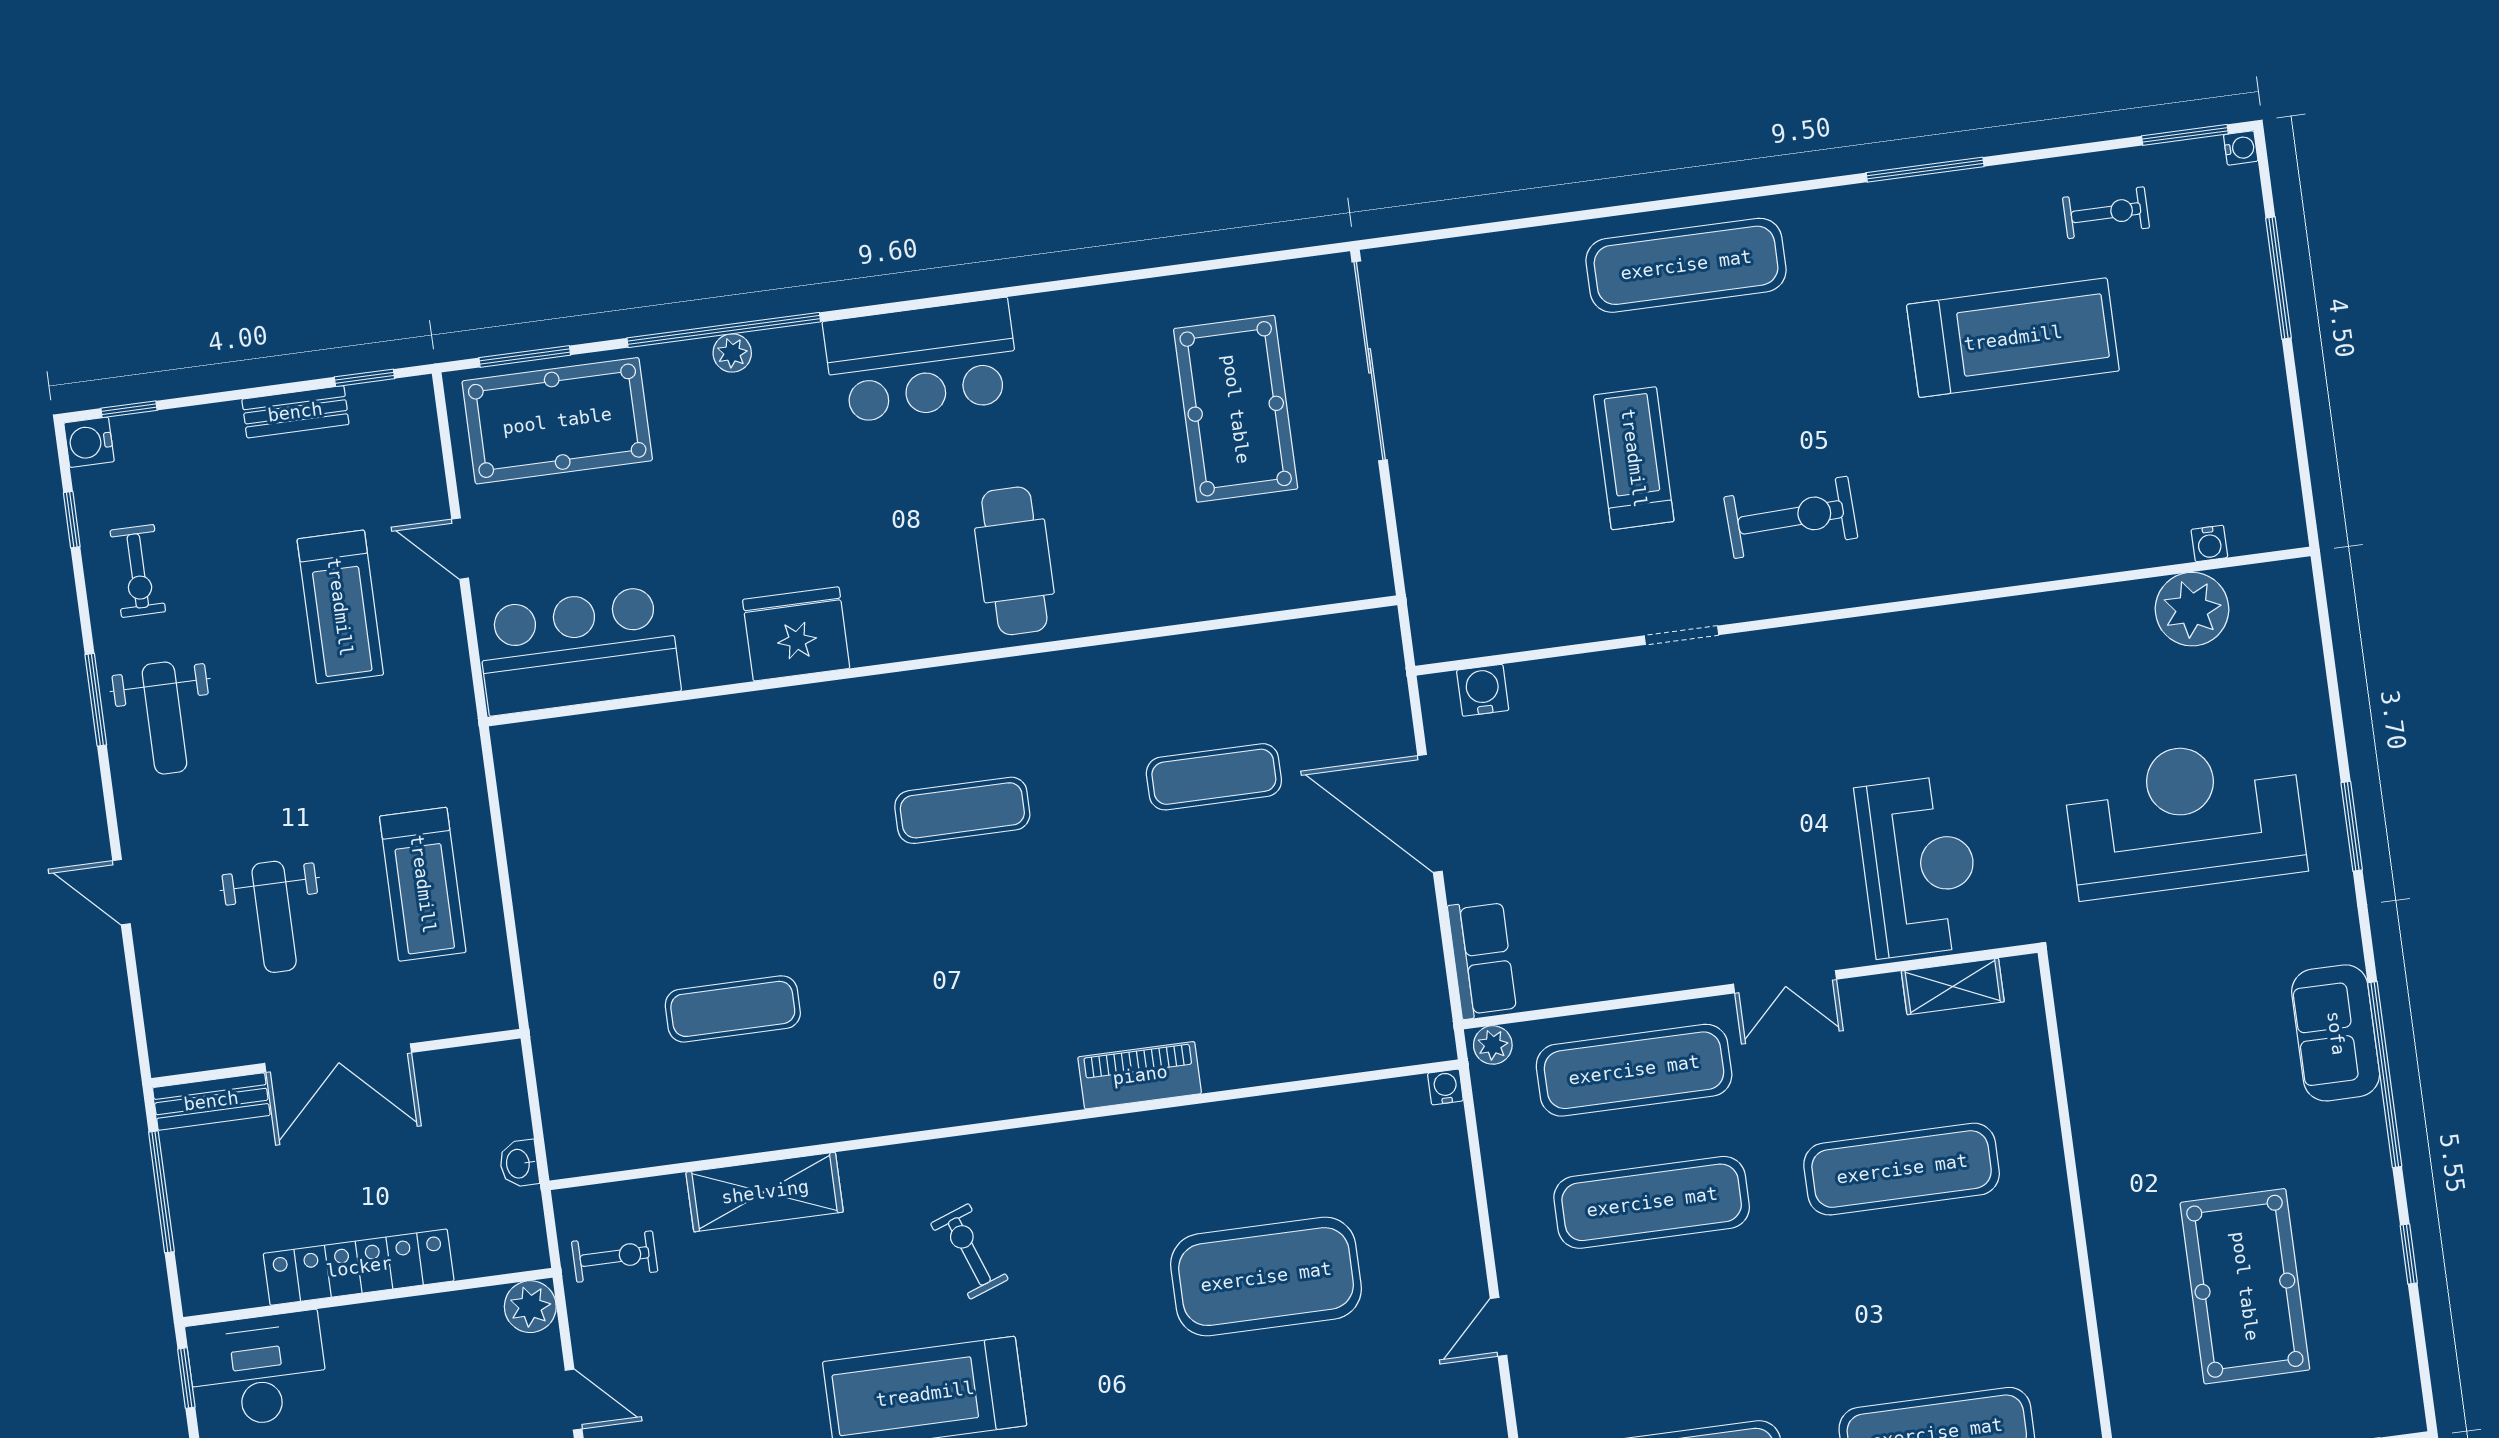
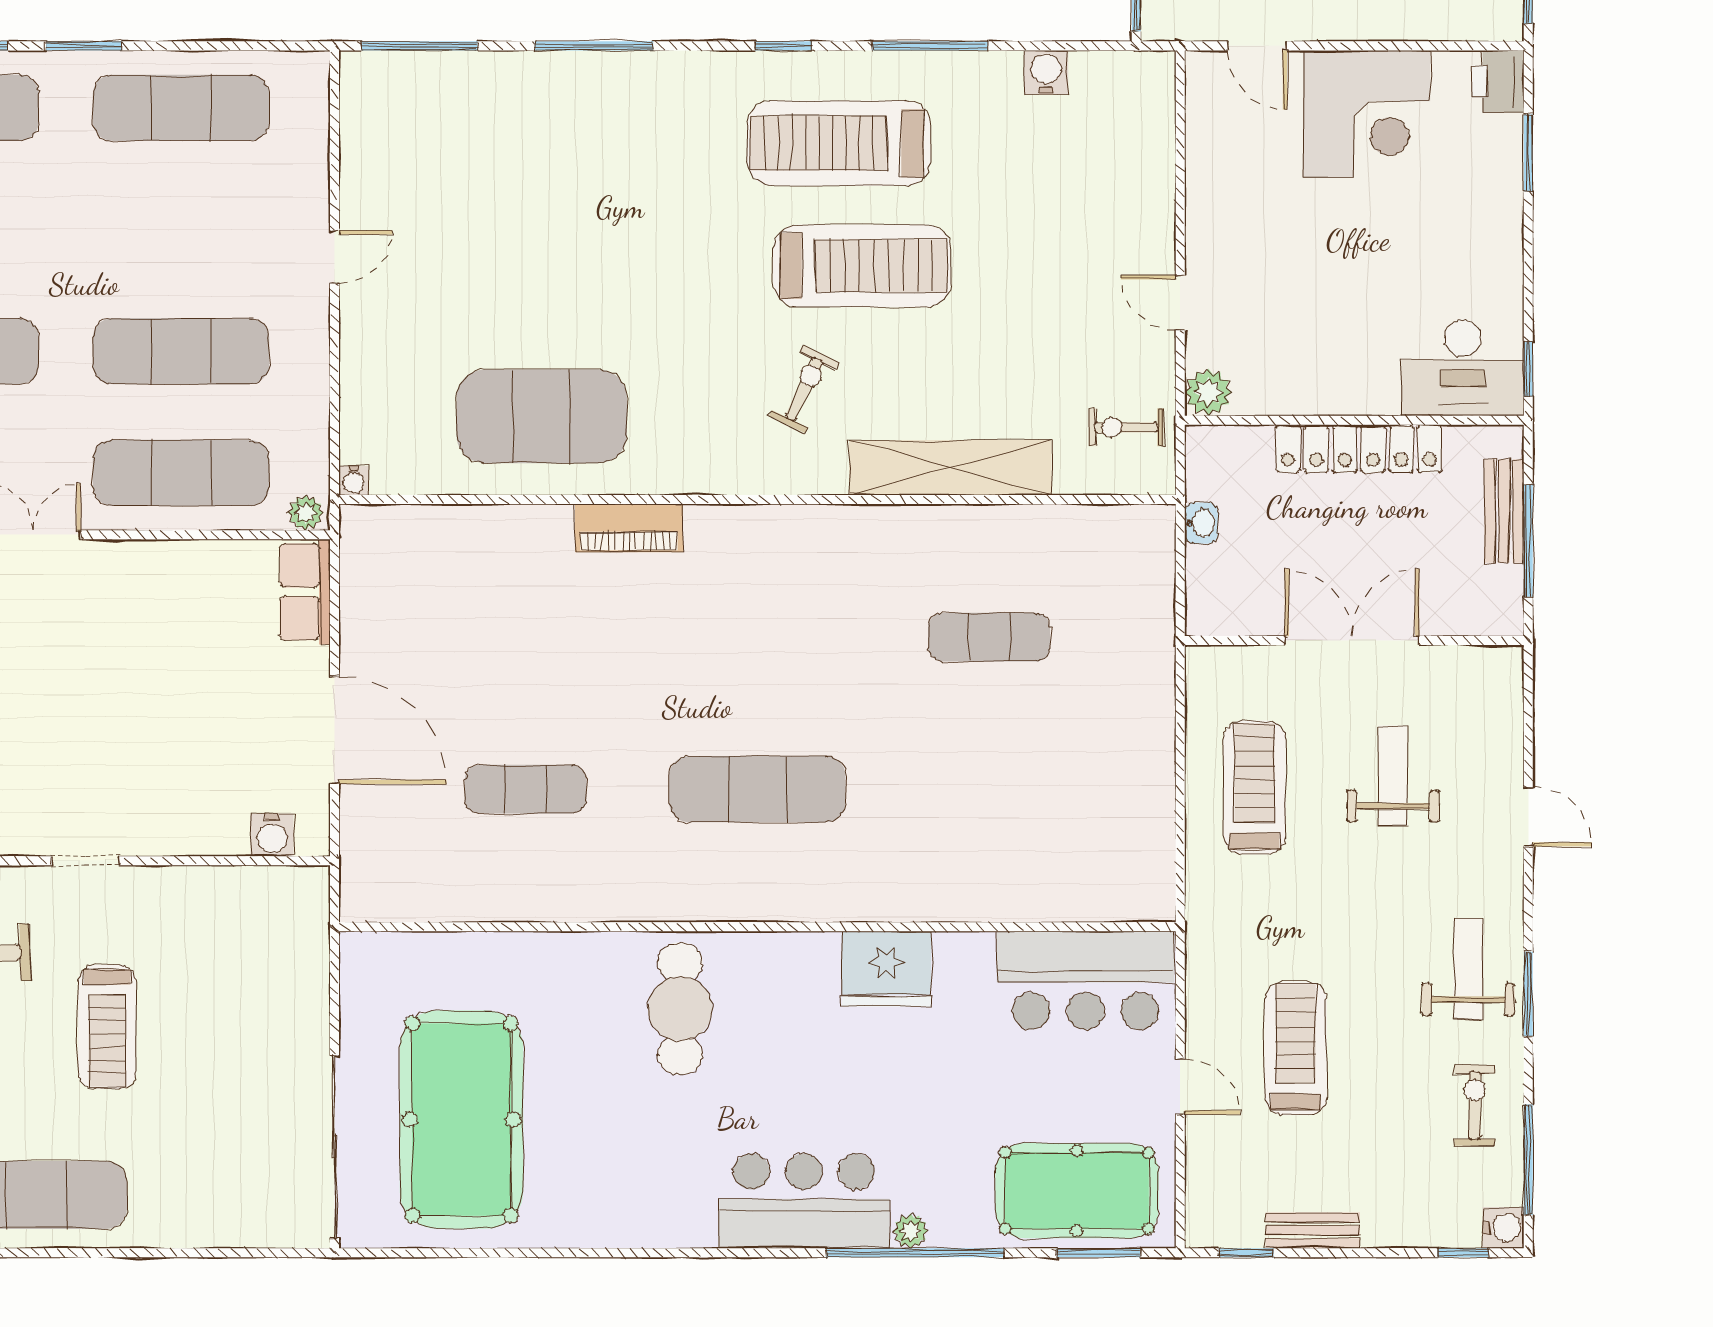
bar counter: (922, 361) -> (804, 1201), moved
pool table: (1236, 409) -> (462, 1120), width x1.36, depth x1.32
window: (72, 520) -> (1528, 1160), width x2.17
exercise mat: (962, 810) -> (757, 789), width x1.36, depth x1.45
bench: (211, 1101) -> (1504, 511), moved, turned 90
shelving: (765, 1192) -> (950, 468), width x1.47
exercise bike: (969, 1251) -> (804, 389), turned -134
exercise mat: (1266, 1277) -> (542, 416), moved

